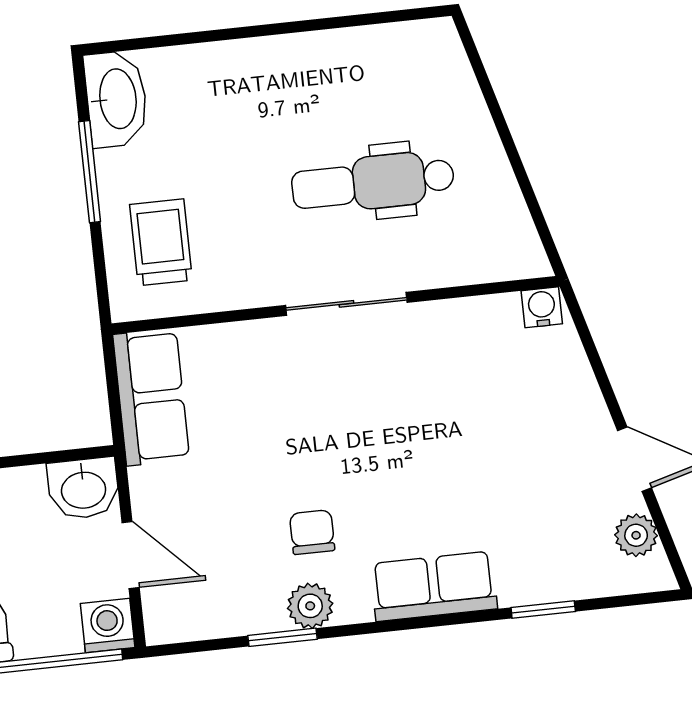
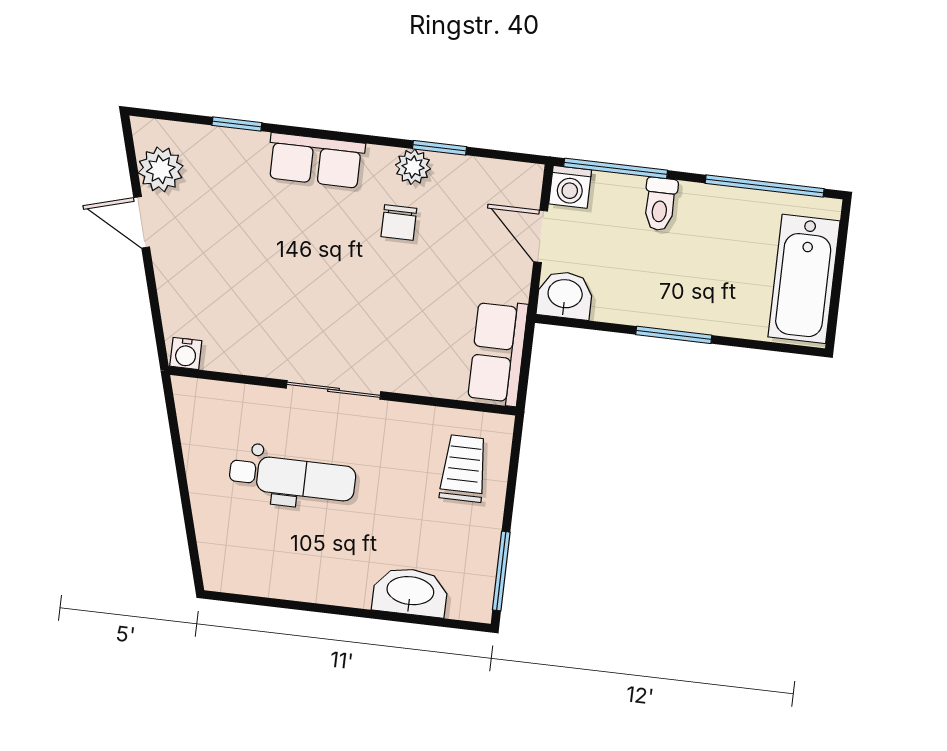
washbasin: (116, 99) -> (410, 592), moved, turned 90
window: (90, 172) -> (501, 571), moved
trolley: (161, 242) -> (464, 468), turned 180
plant: (636, 535) -> (161, 169), width x1.38, depth x1.38

